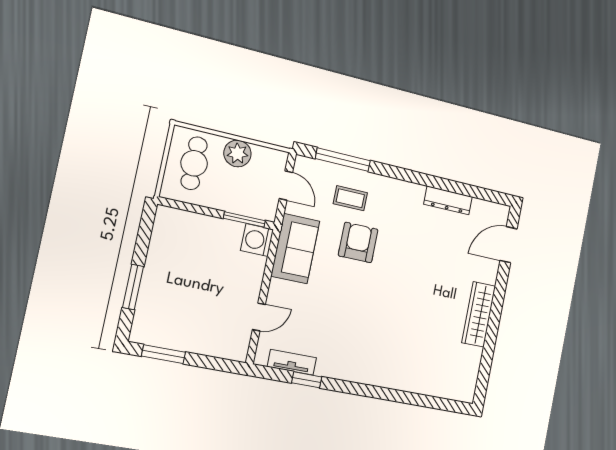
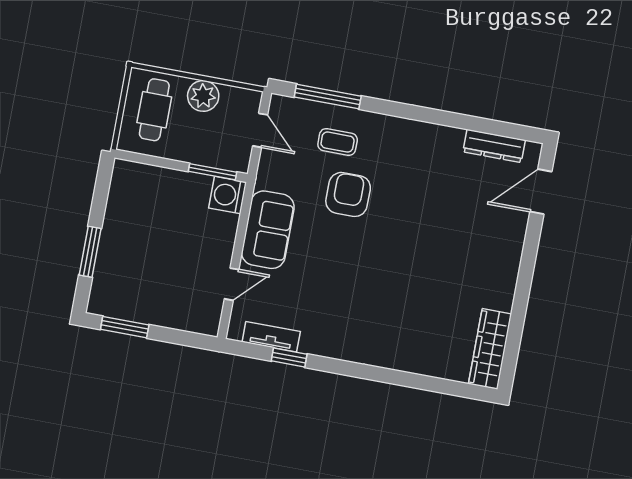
dresser: (448, 200) -> (494, 146), moved
sofa: (295, 249) -> (268, 230), moved
wardrobe: (479, 314) -> (490, 349), moved

